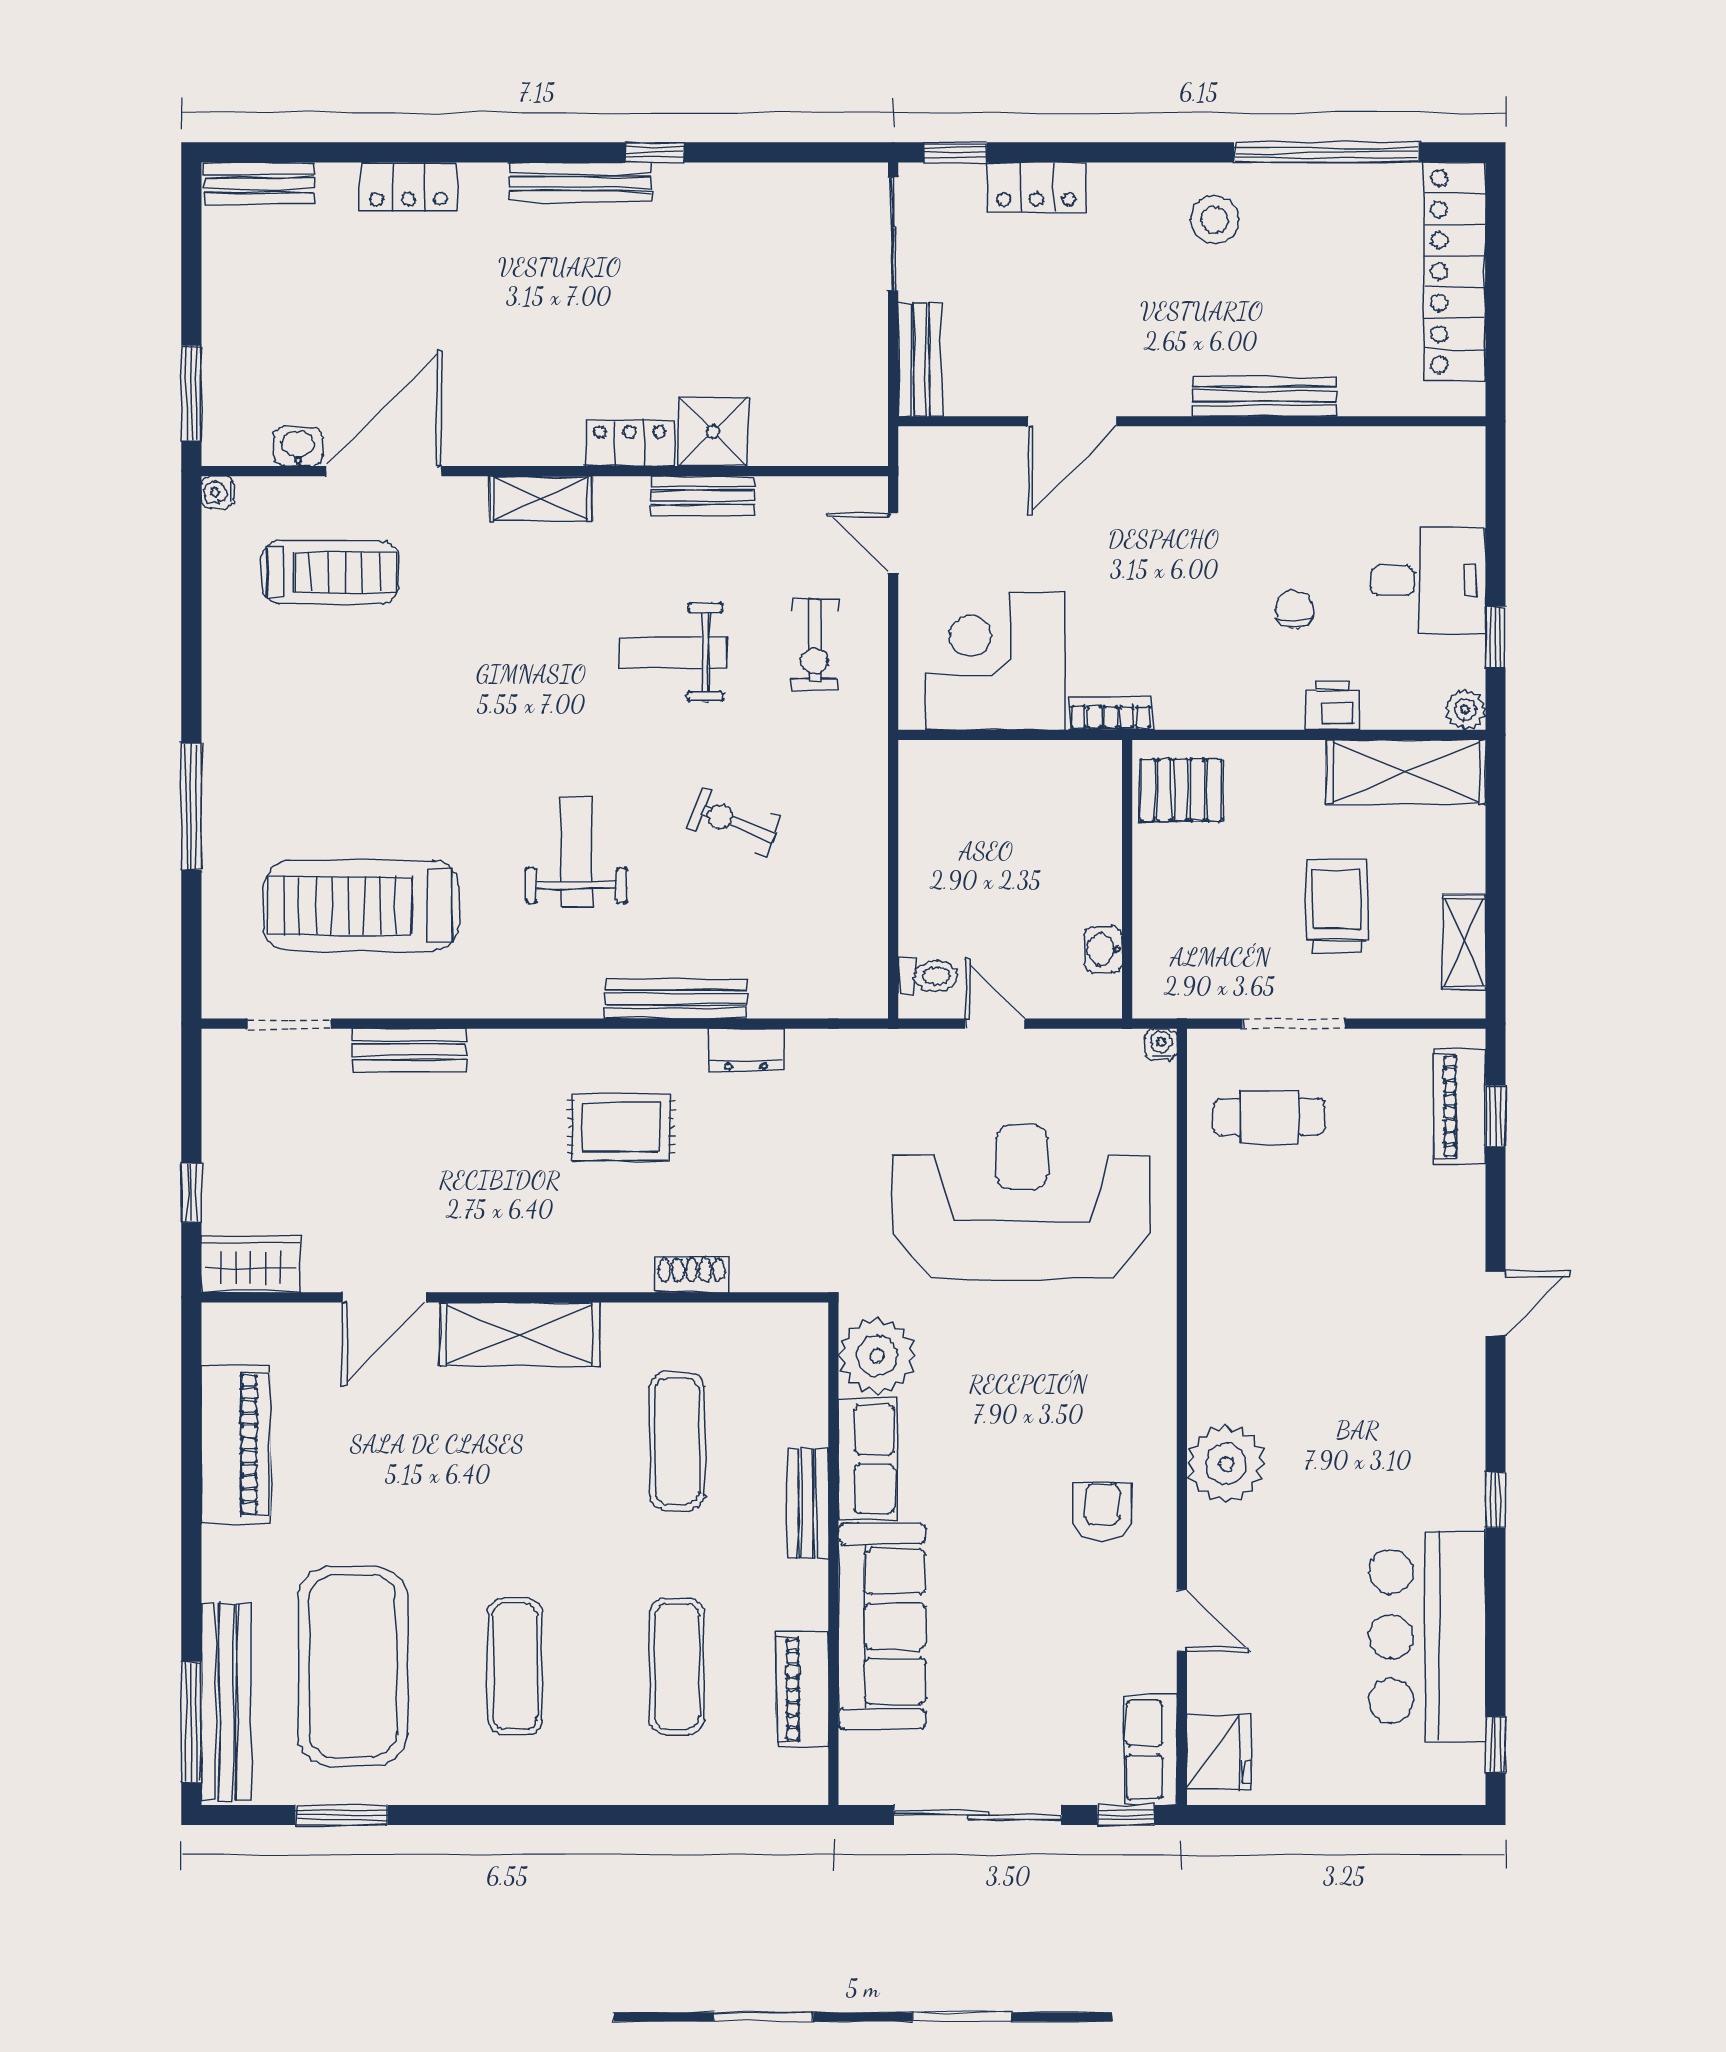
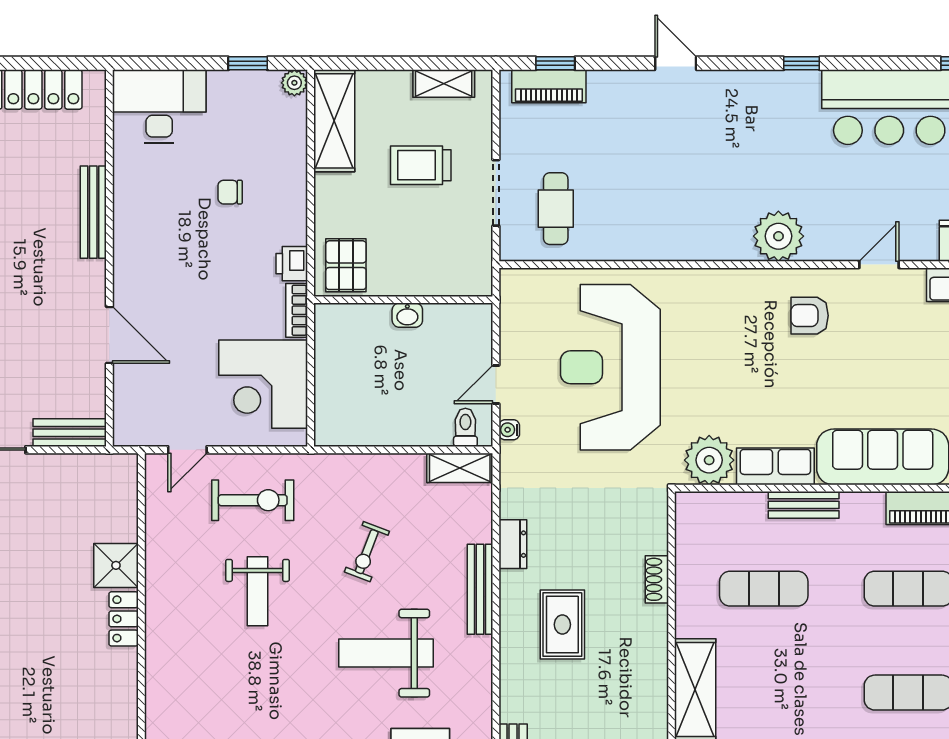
bench: (703, 496) -> (157, 572), removed
shelving: (541, 499) -> (460, 468), moved, turned 90
desk: (1428, 580) -> (159, 106), moved, width x1.37
exercise bike: (815, 645) -> (253, 500), width x1.38, depth x1.39
printer: (1333, 706) -> (292, 264), moved
weight bench: (576, 852) -> (386, 653), width x1.36, depth x1.33
washbasin: (1103, 949) -> (407, 315), moved
water cooler: (1161, 1044) -> (509, 430), moved

